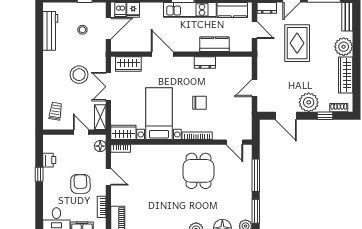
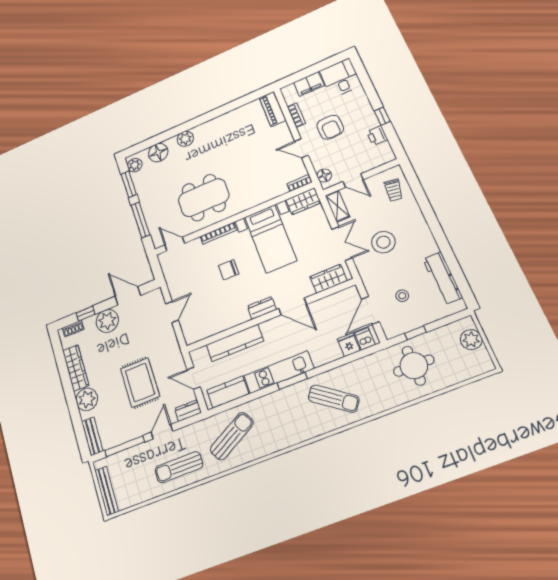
kitchen counter: (214, 44) -> (235, 343), width x1.50
dresser: (205, 62) -> (262, 308), moved
dining table: (198, 171) -> (204, 198), width x1.38

